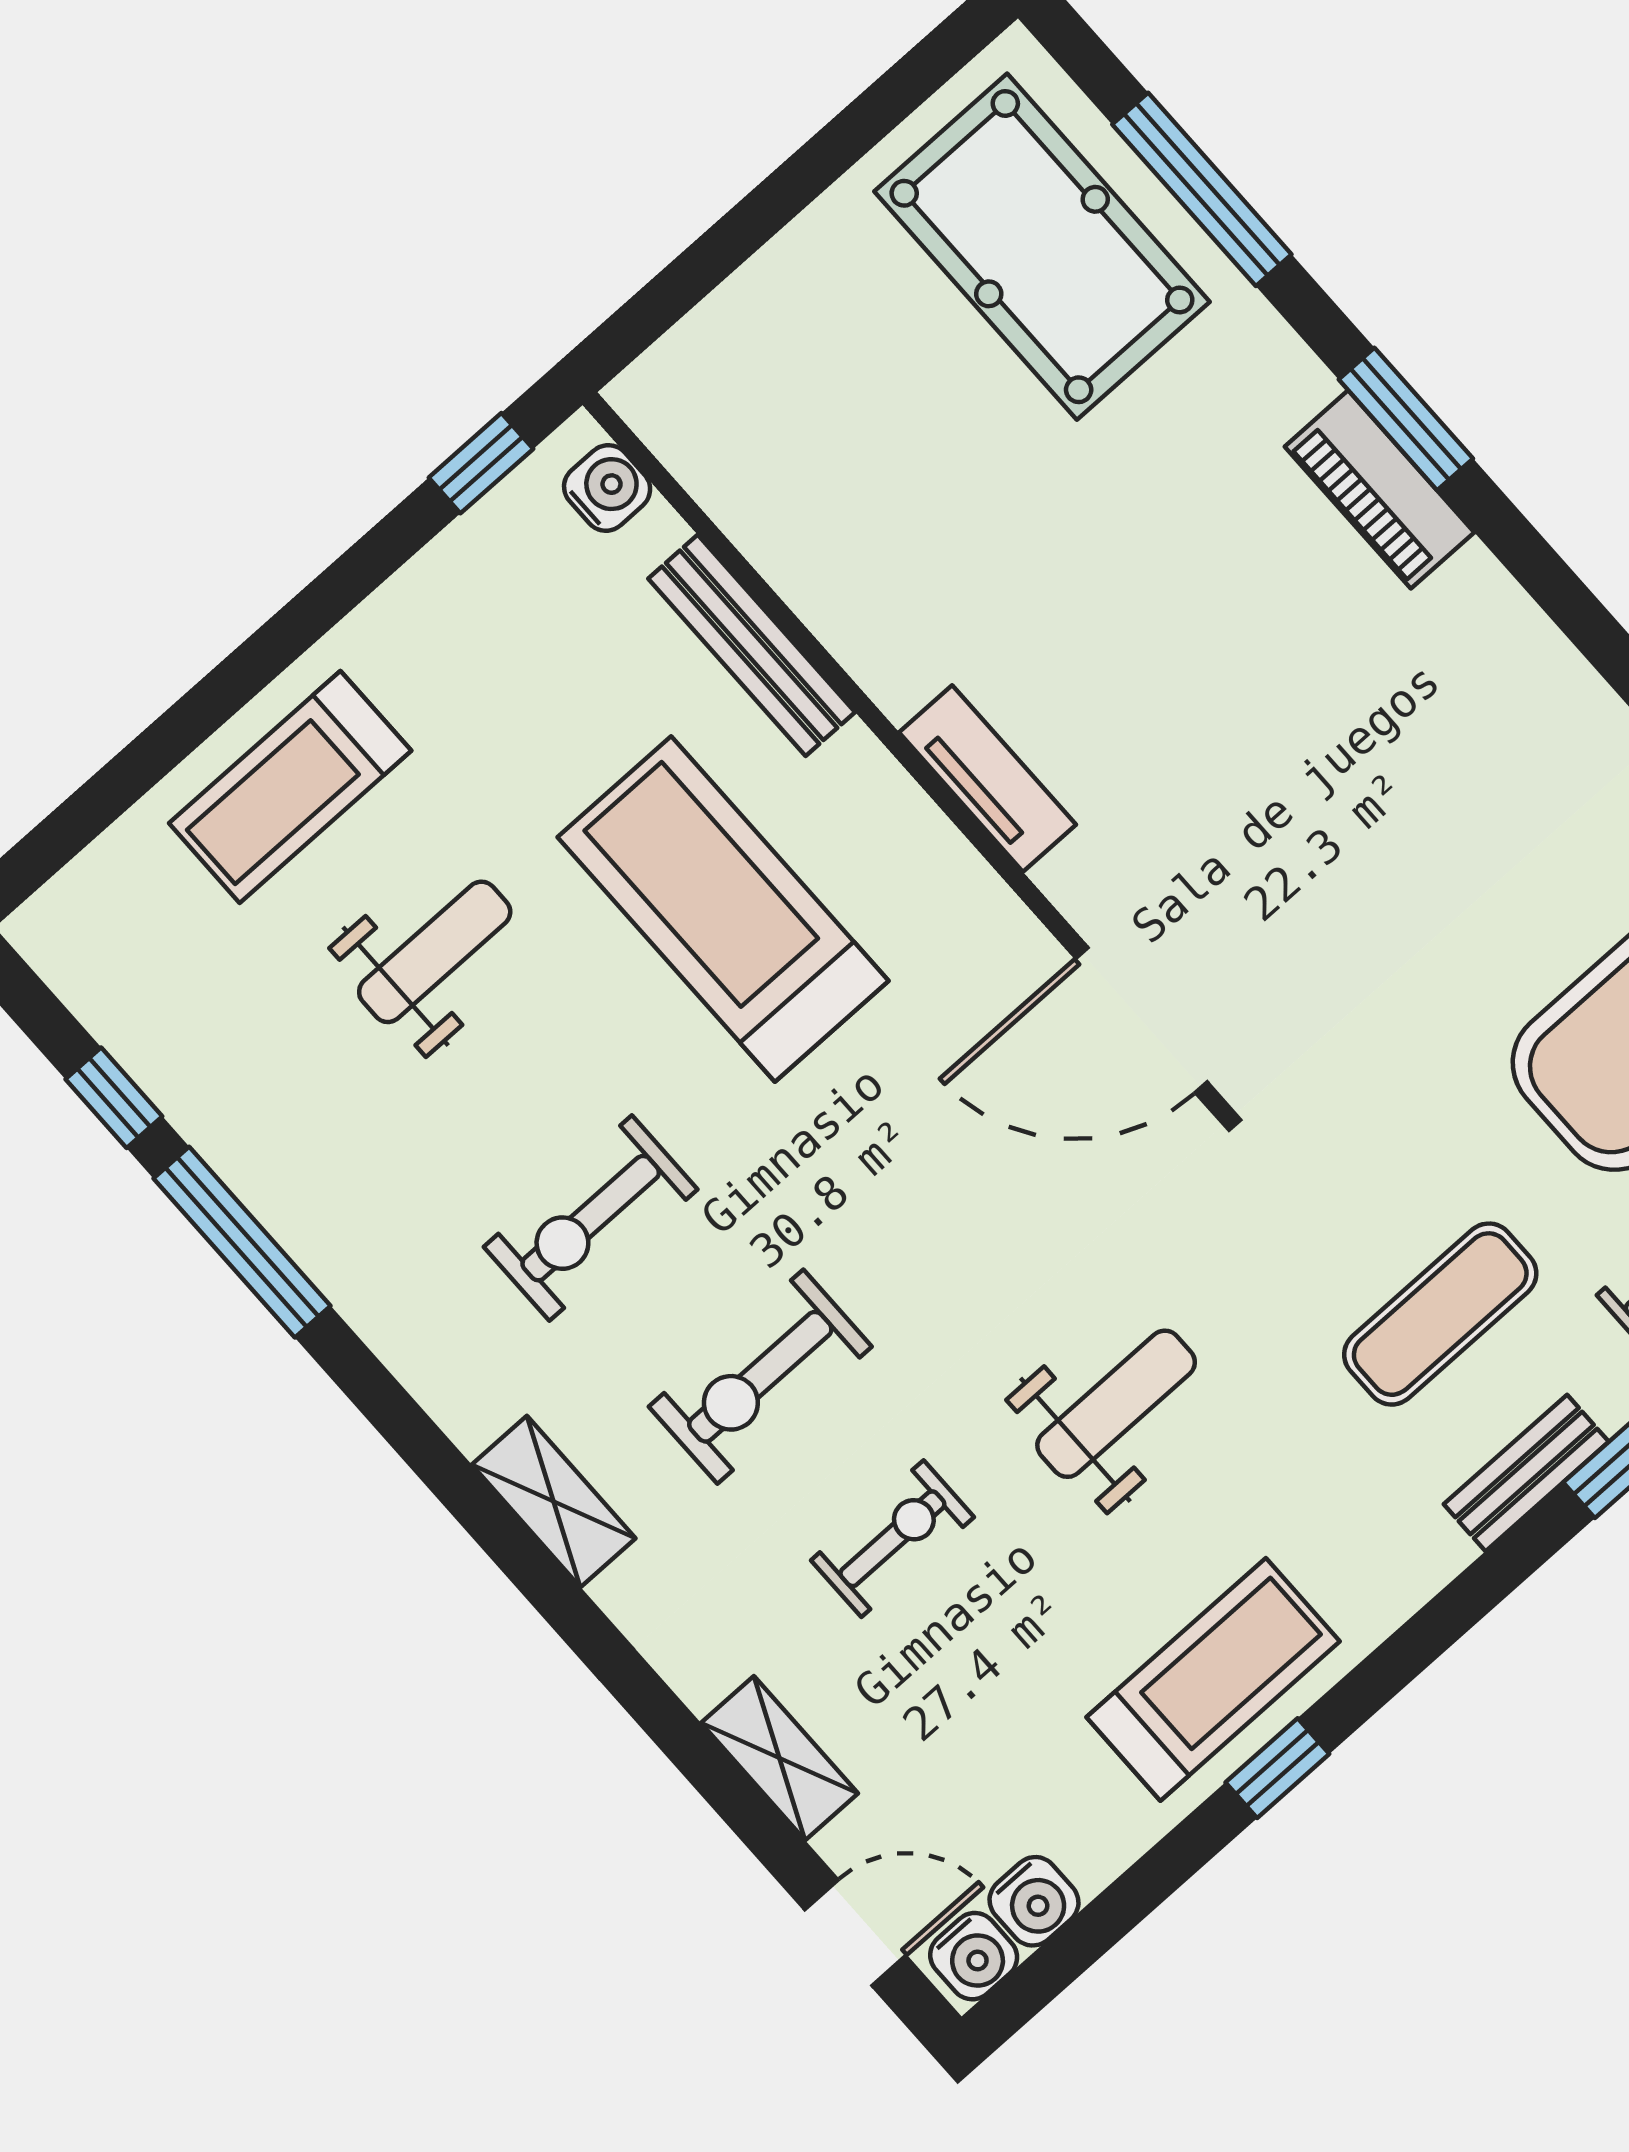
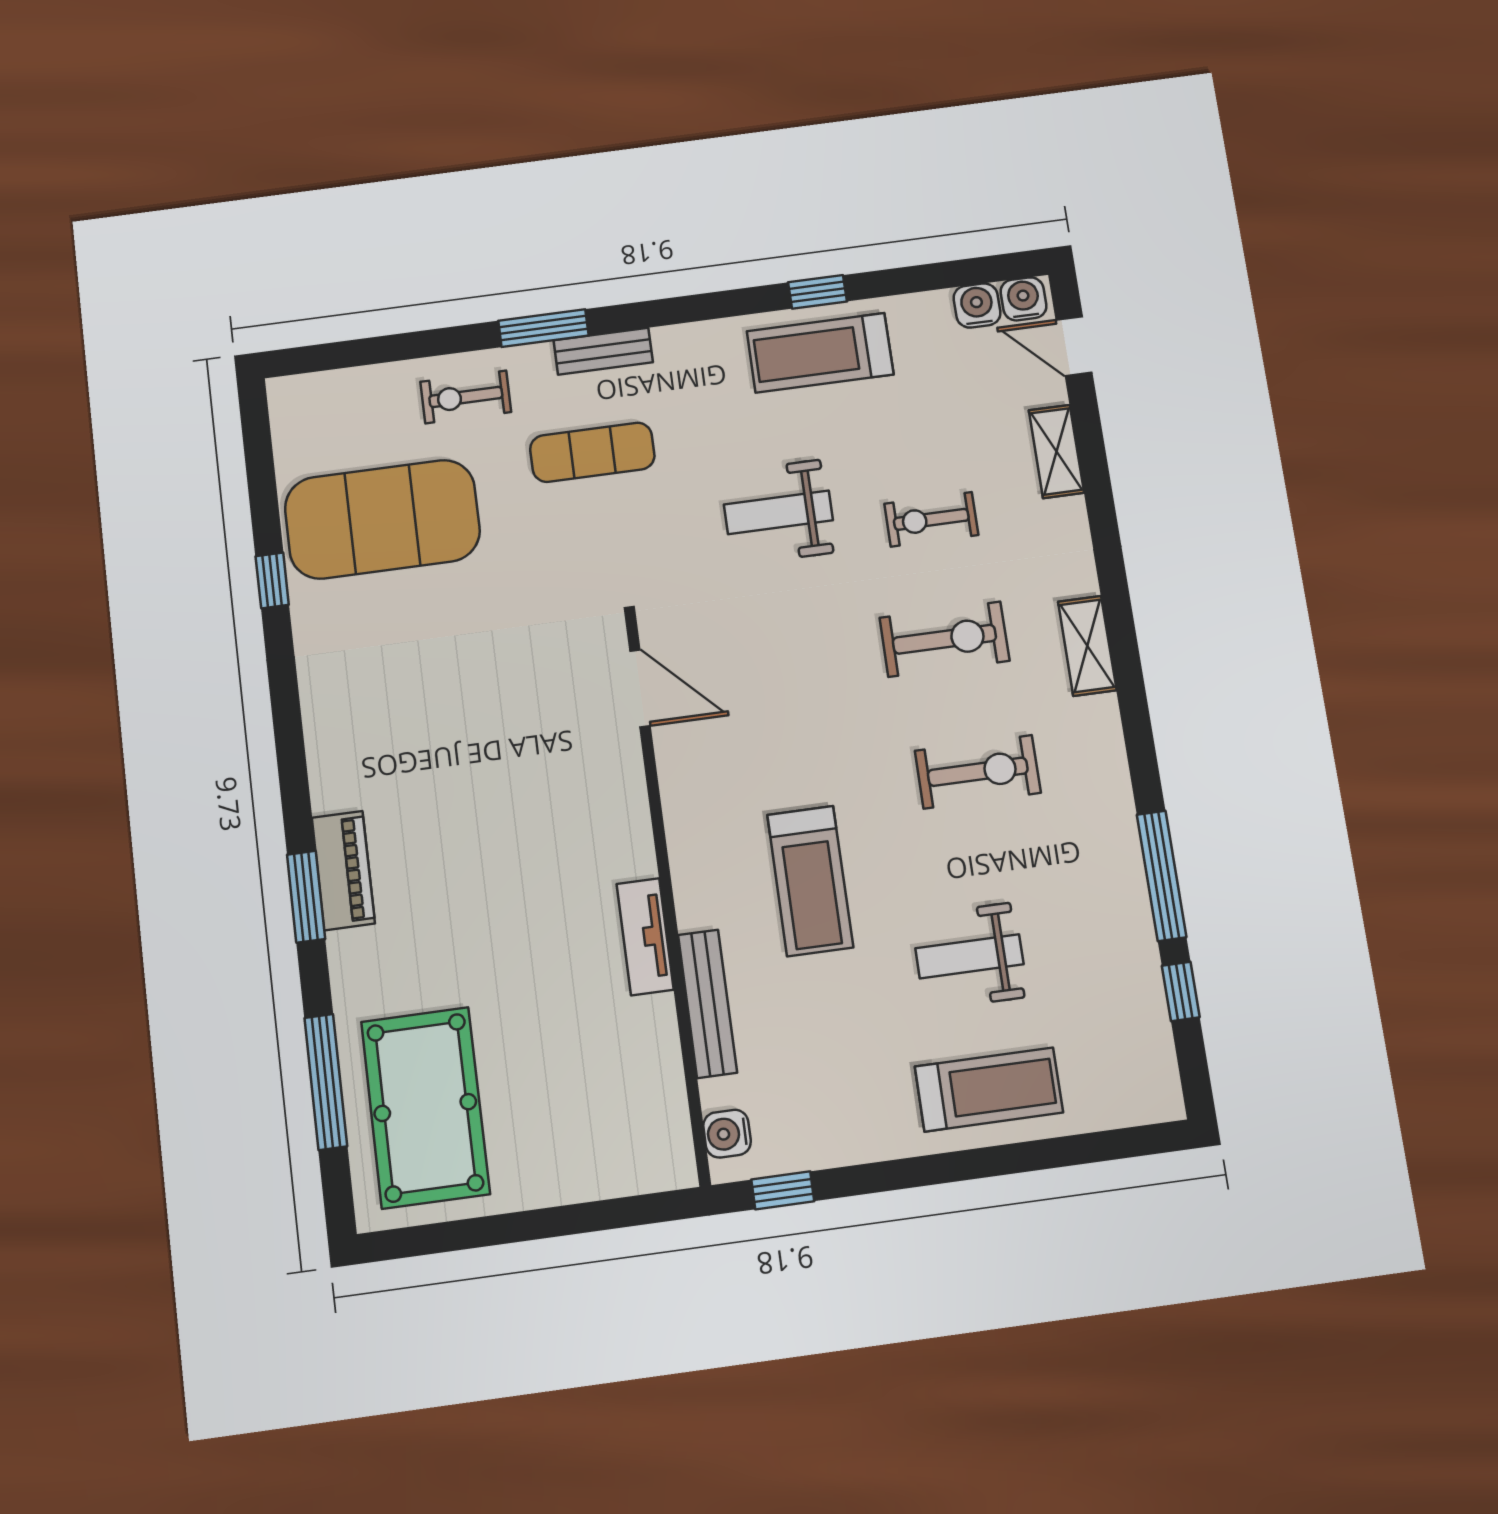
tv unit: (988, 779) -> (645, 937), moved
treadmill: (723, 909) -> (810, 881), width x0.73, depth x0.73
door: (1142, 1020) -> (640, 688), width x0.73

